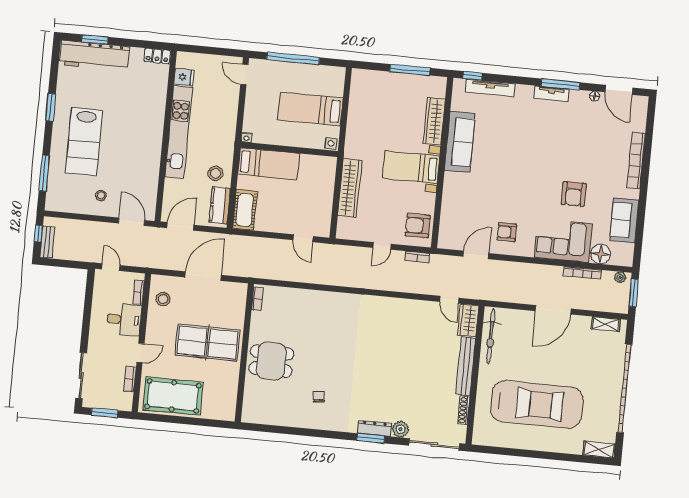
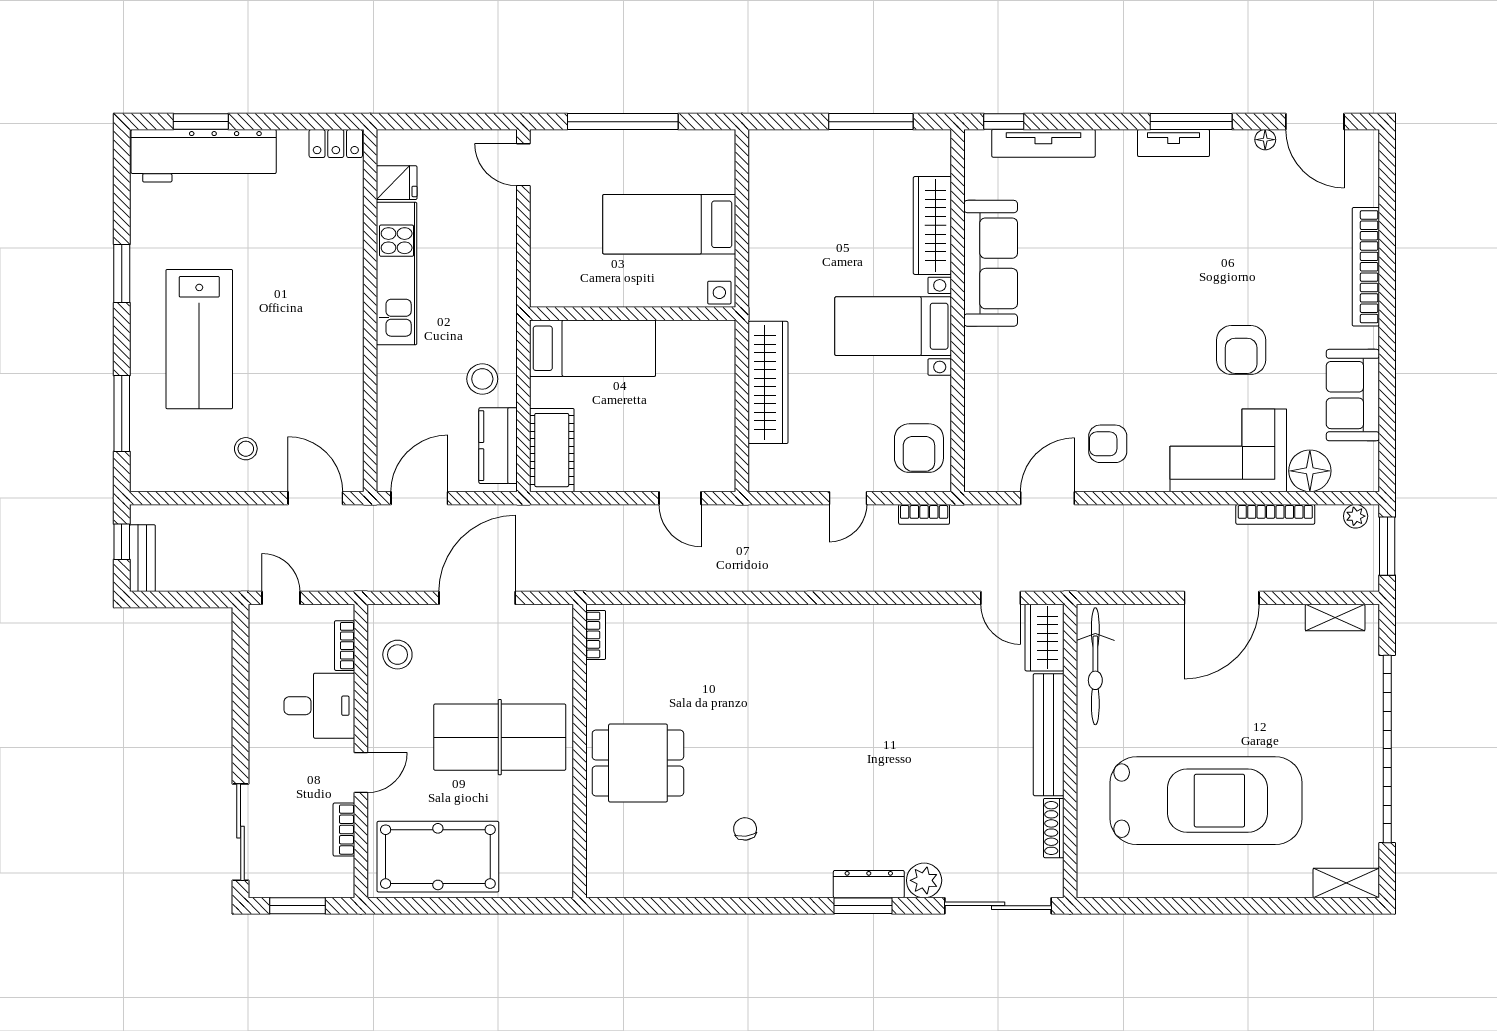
kitchen unit: (179, 132) -> (397, 273), width x0.73
nightstand: (246, 137) -> (540, 297), removed
armchair: (418, 226) -> (919, 448), turned -90

